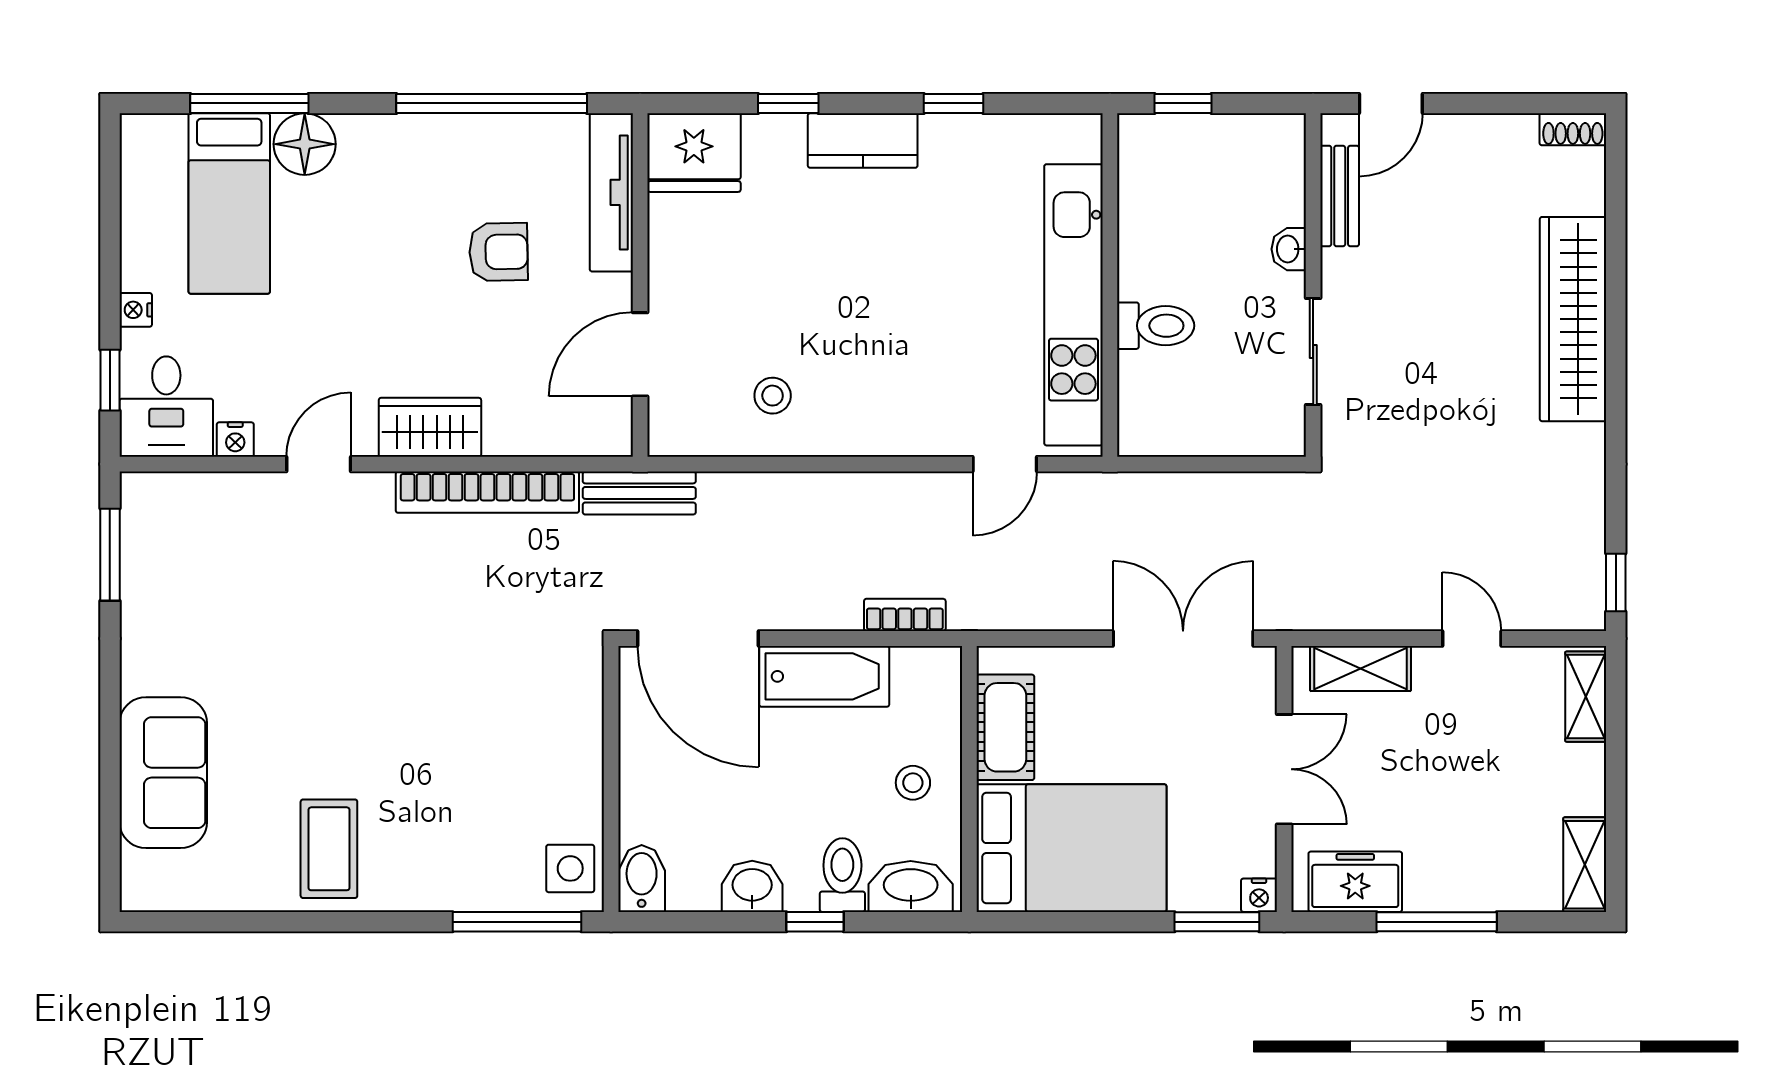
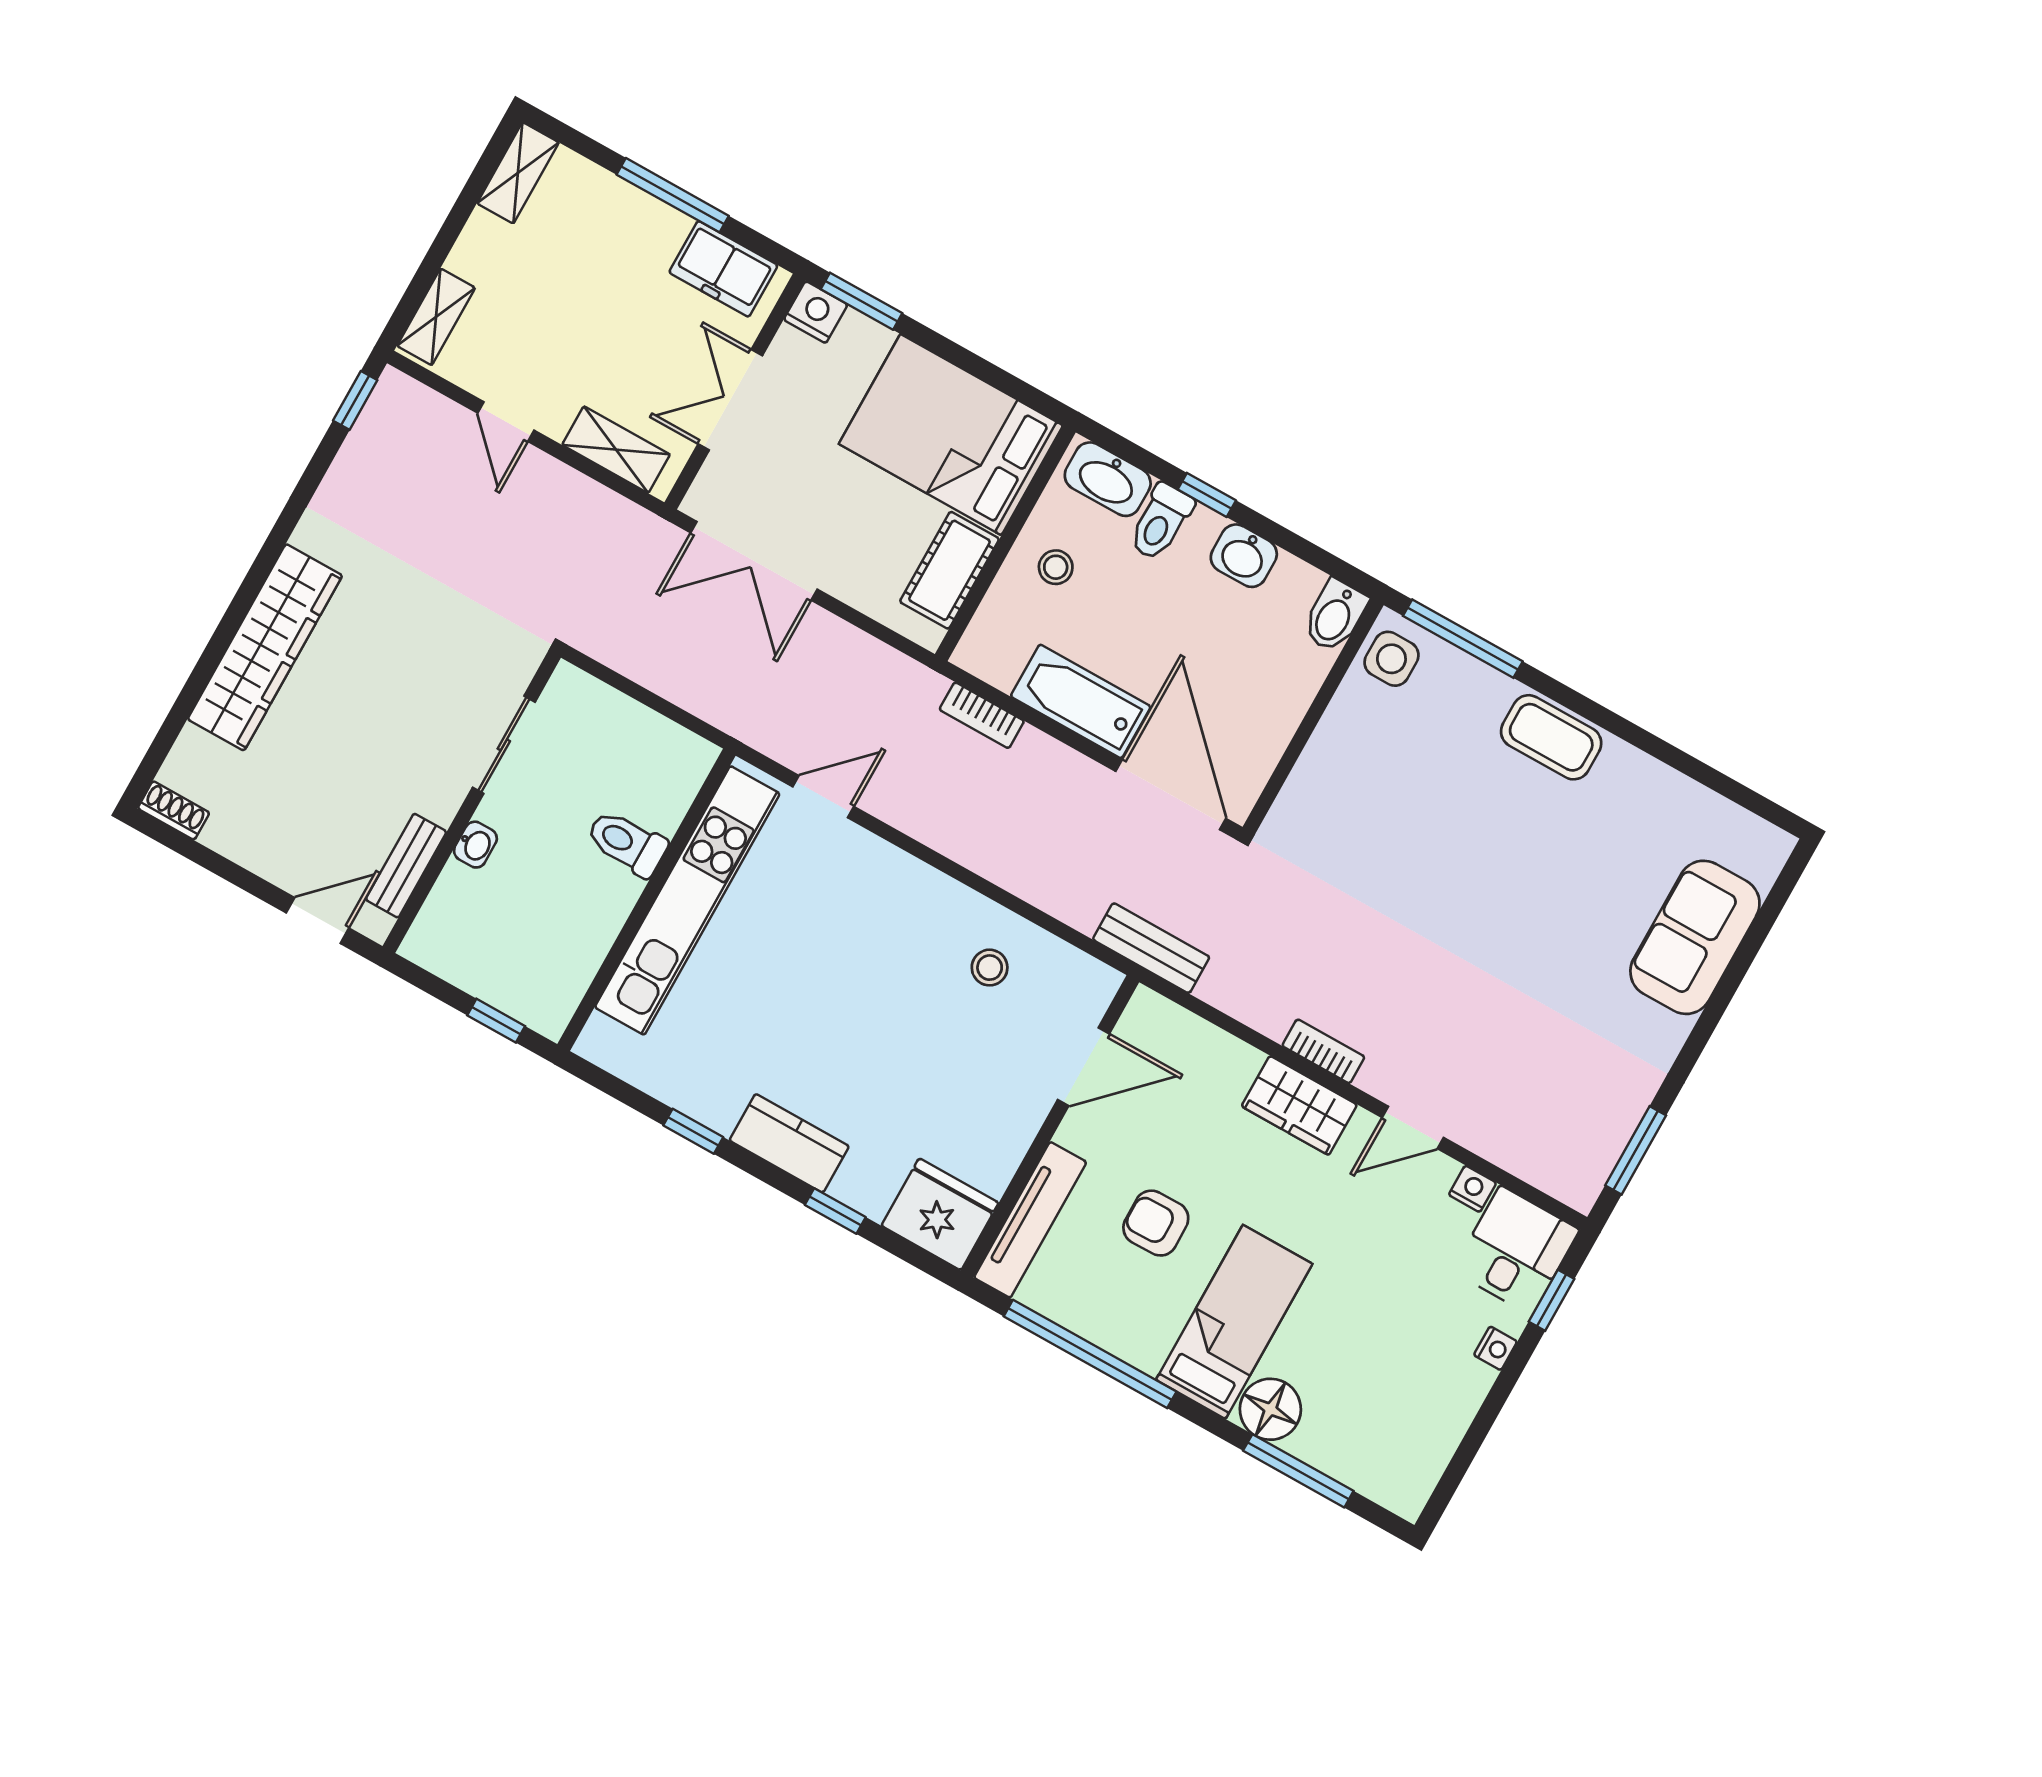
bed: (229, 203) -> (1234, 1322), moved
bookcase: (487, 492) -> (1323, 1051), width x0.43, depth x0.76
coffee table: (329, 849) -> (1551, 737), moved, turned 90
nightstand: (1259, 895) -> (816, 312), width x1.39, depth x1.35

